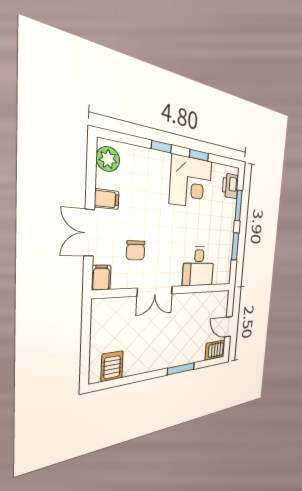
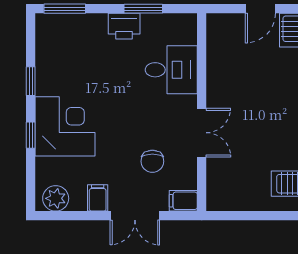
corner desk: (191, 182) -> (65, 126), moved
printer: (230, 186) -> (124, 26), moved
window: (238, 206) -> (65, 9), moved
chair: (136, 250) -> (152, 161), turned 90

